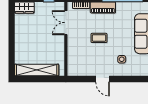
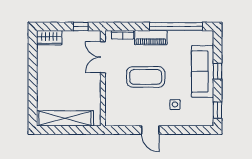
coffee table: (99, 38) -> (146, 77), width x1.86, depth x1.72

